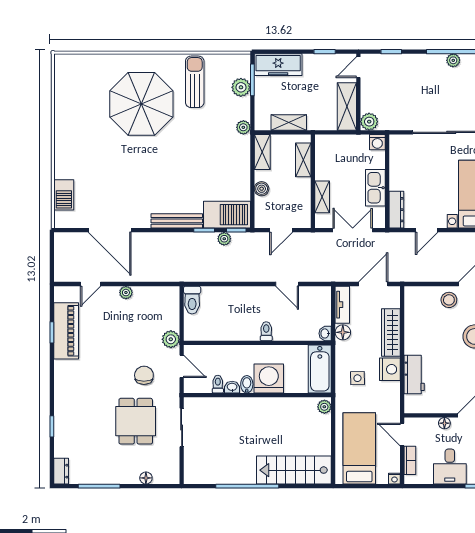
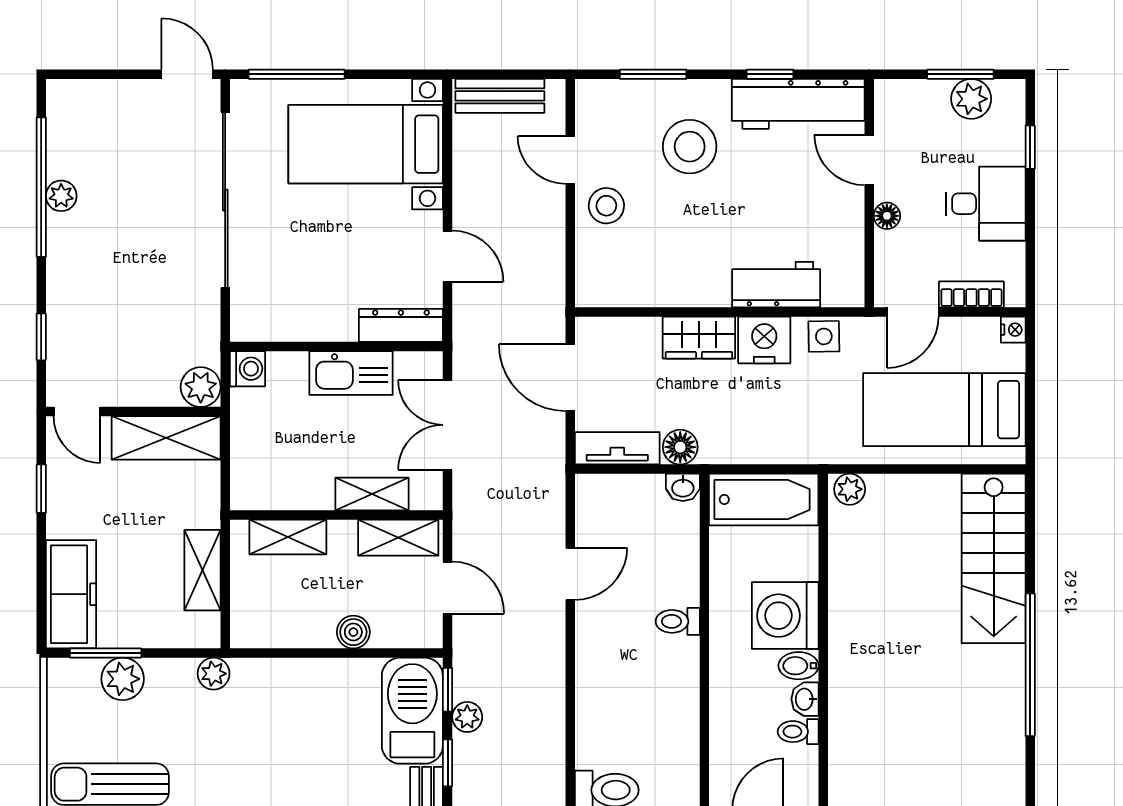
shelving: (262, 152) -> (398, 538), moved
wardrobe: (391, 333) -> (699, 338), width x0.67
side table: (357, 378) -> (824, 336), moved

